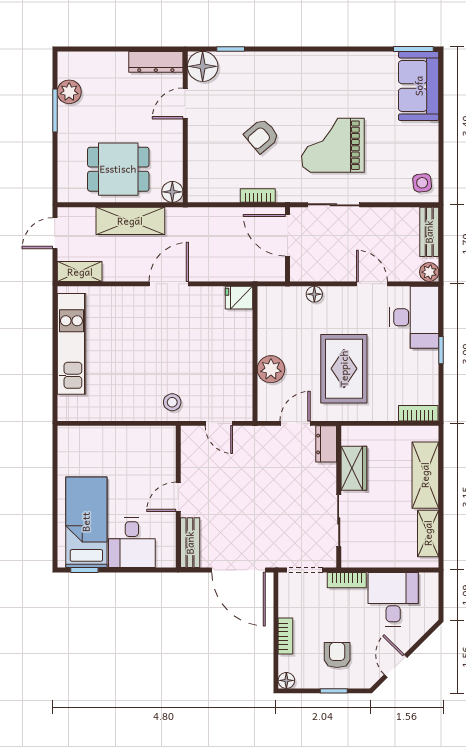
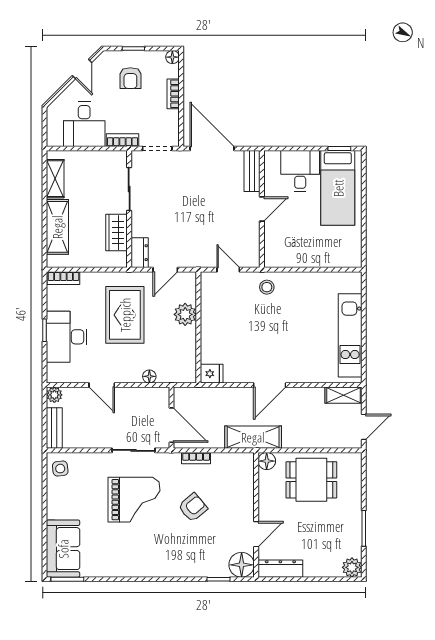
plant: (69, 92) -> (352, 567), moved
shelving: (130, 221) -> (253, 437), moved
desk: (414, 317) -> (67, 337), moved

